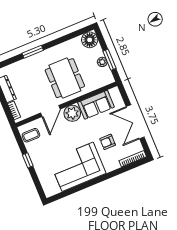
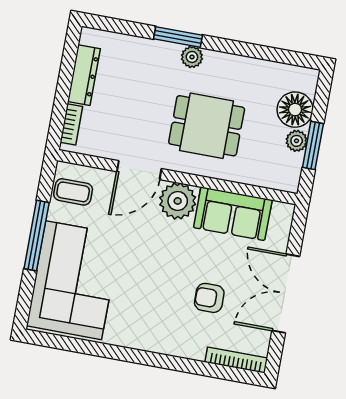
floor lamp: (90, 40) -> (295, 110), moved
plant: (43, 56) -> (192, 57), added
dining table: (65, 78) -> (207, 126), width x0.73
window: (28, 160) -> (37, 236), width x2.17
corner sofa: (78, 167) -> (74, 280), moved, turned 90

